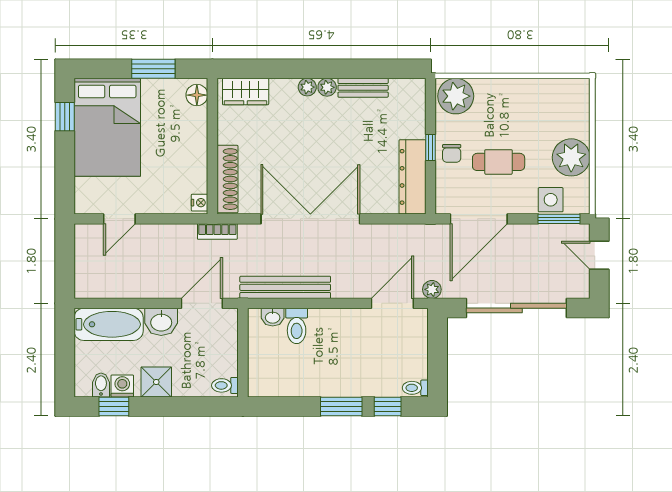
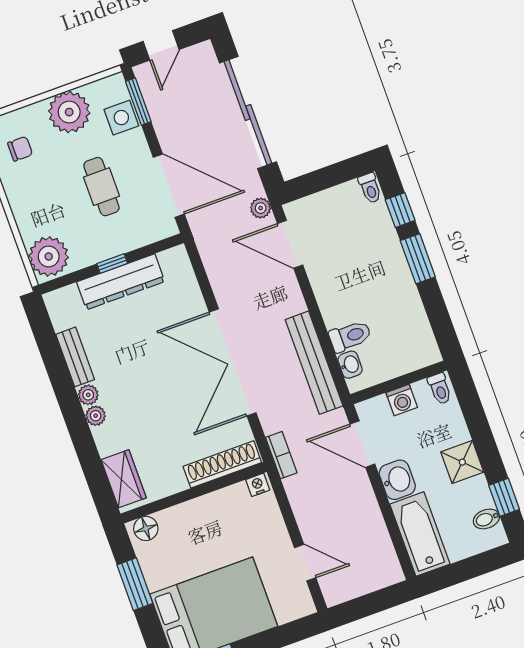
chair: (452, 153) -> (20, 149), moved
dresser: (412, 177) -> (121, 282), moved
washing machine: (122, 386) -> (402, 400), moved, turned -90

